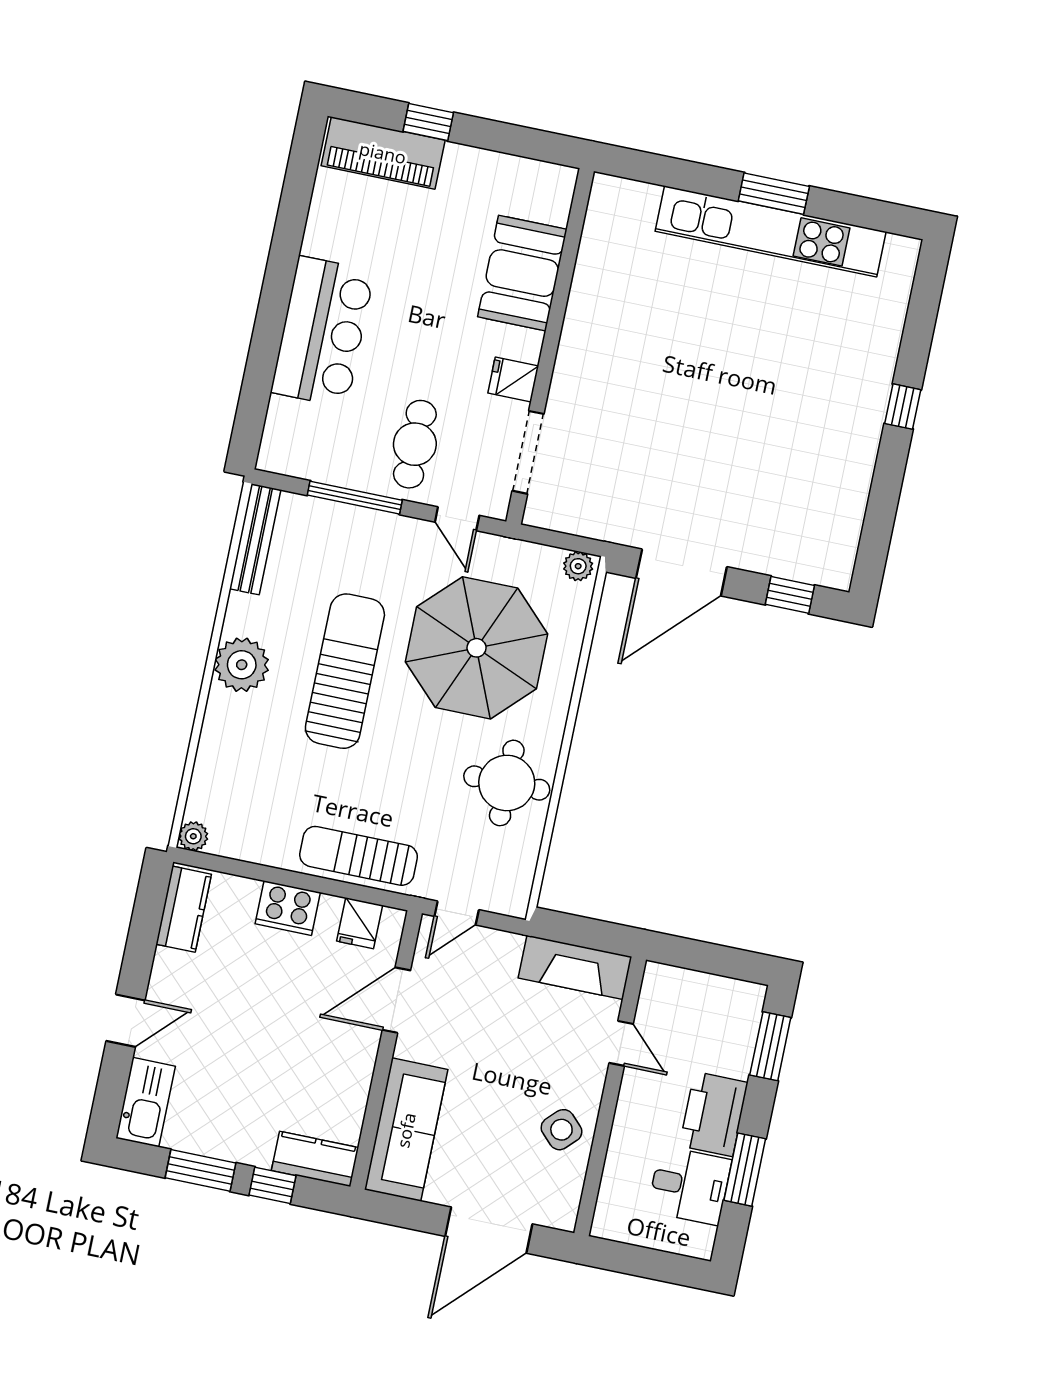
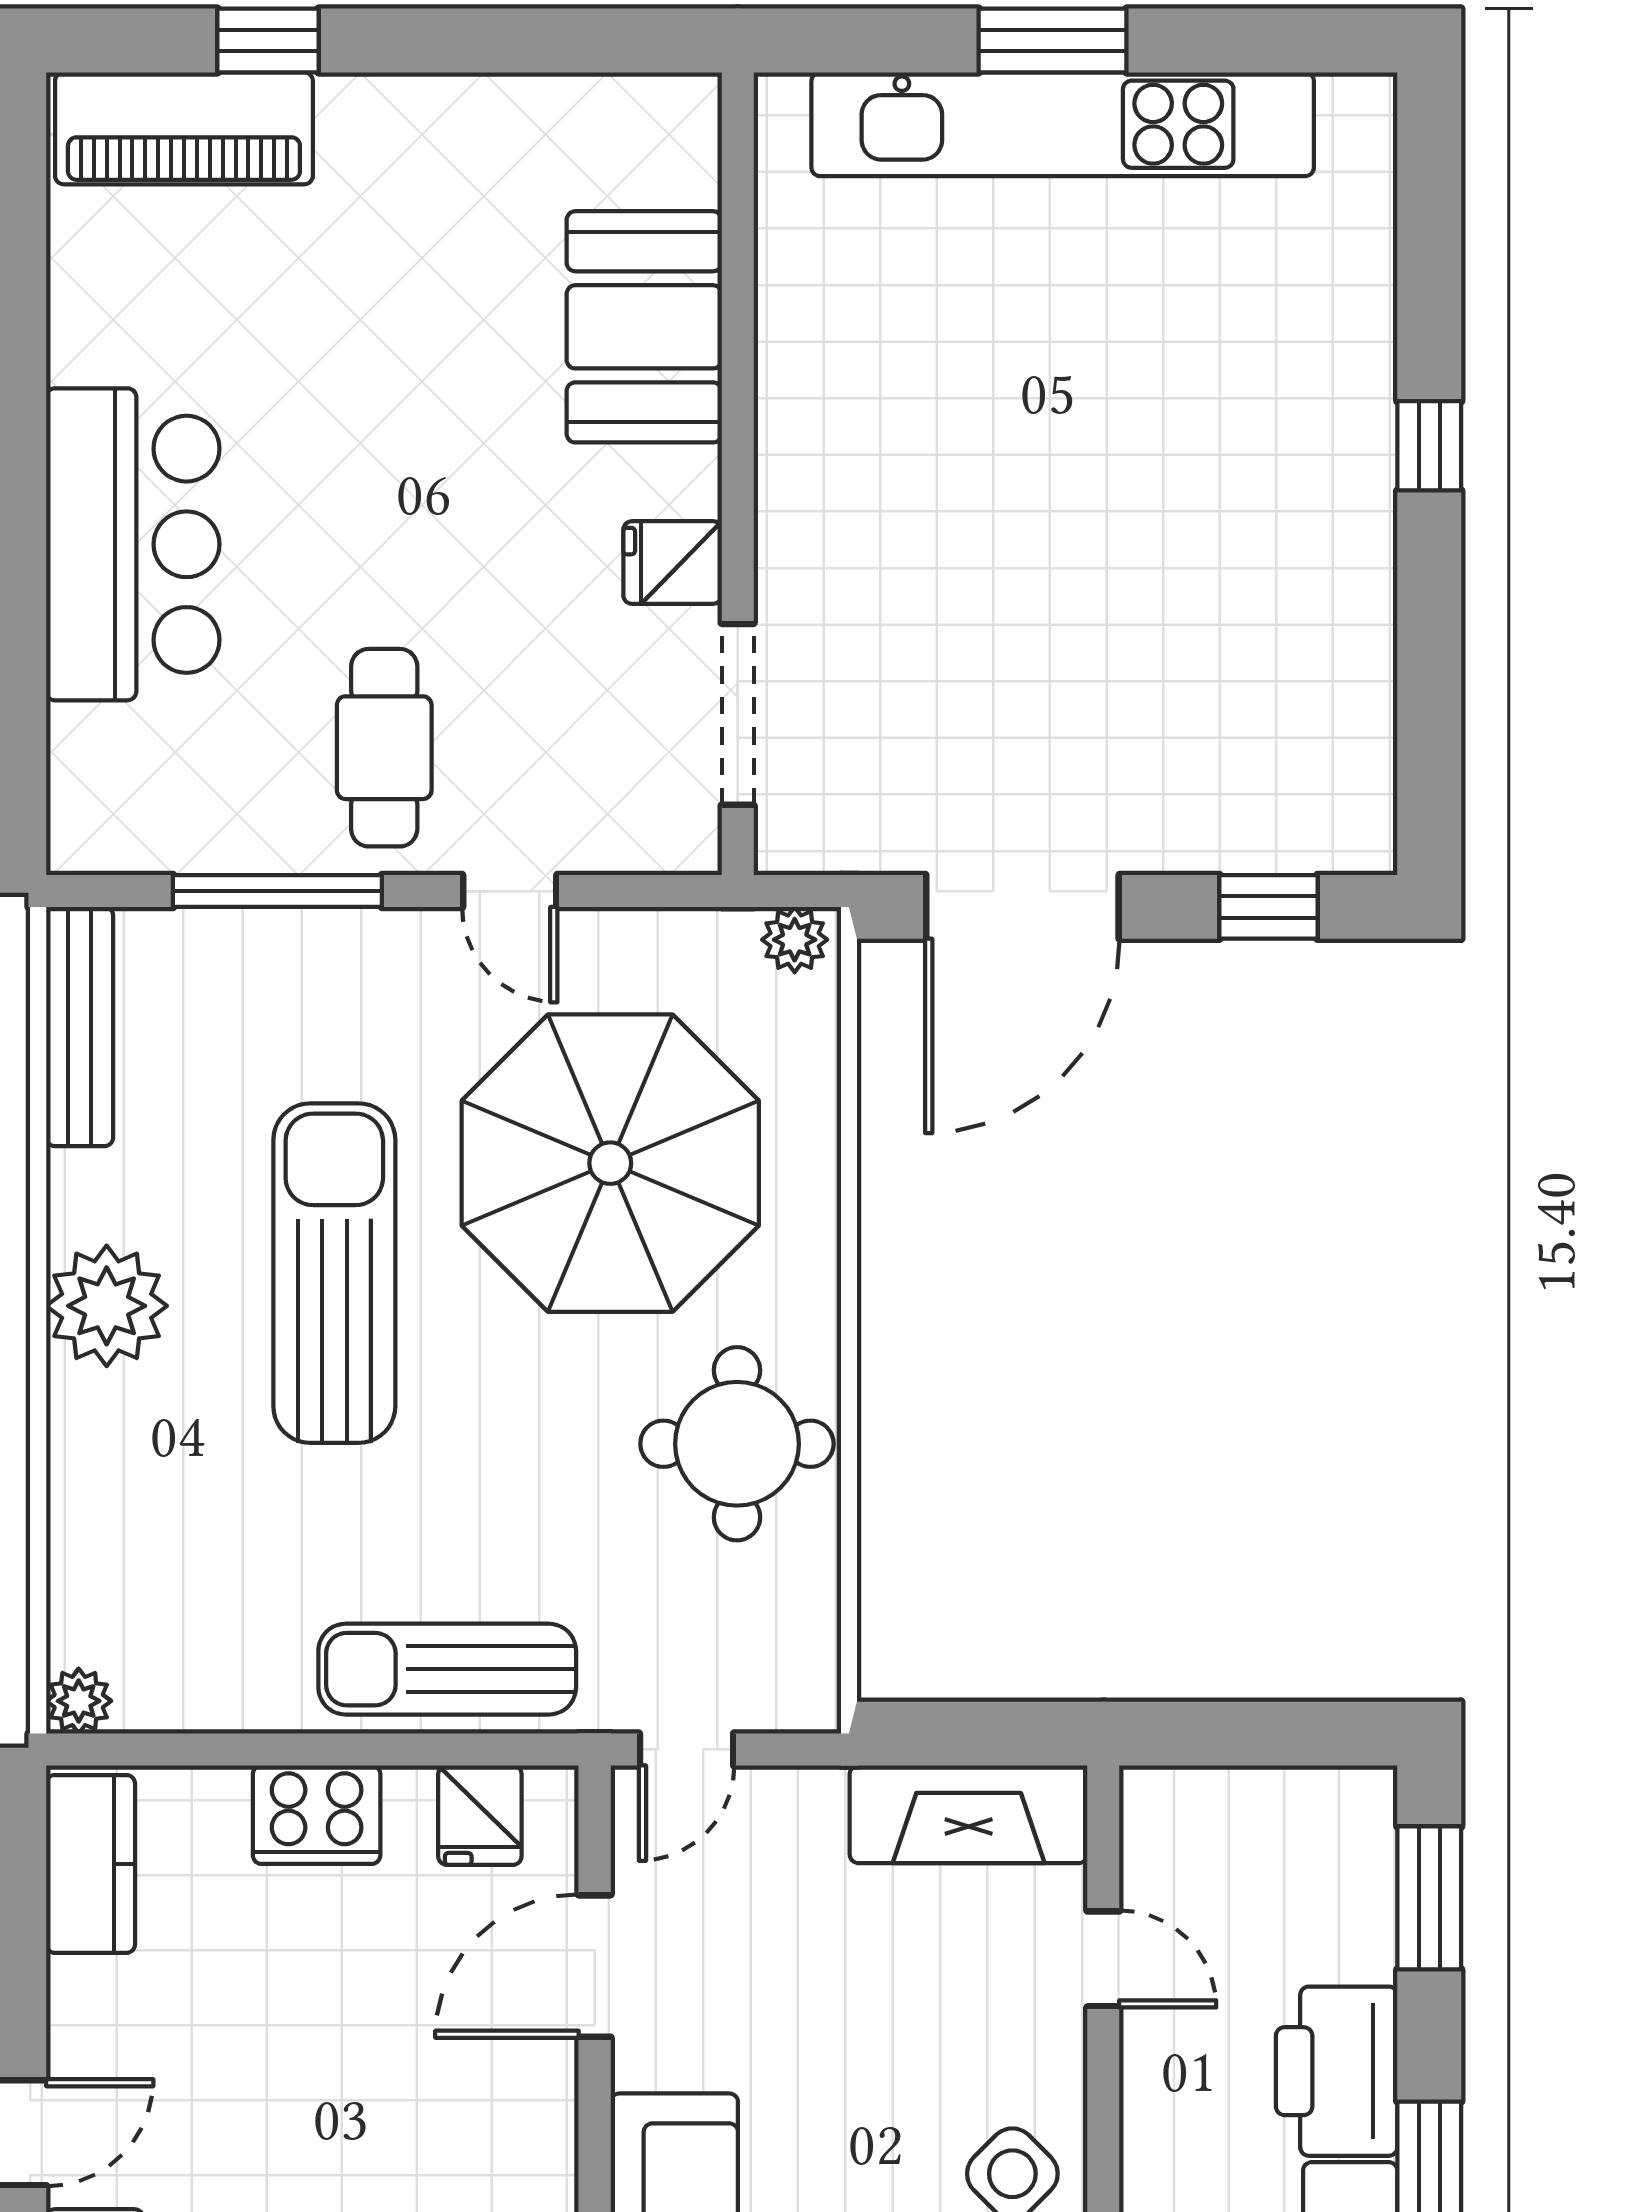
booth: (522, 273) -> (644, 327), moved
wall: (550, 346) -> (738, 474), moved
fridge: (513, 379) -> (673, 563), moved
doorway: (528, 452) -> (738, 714), moved

